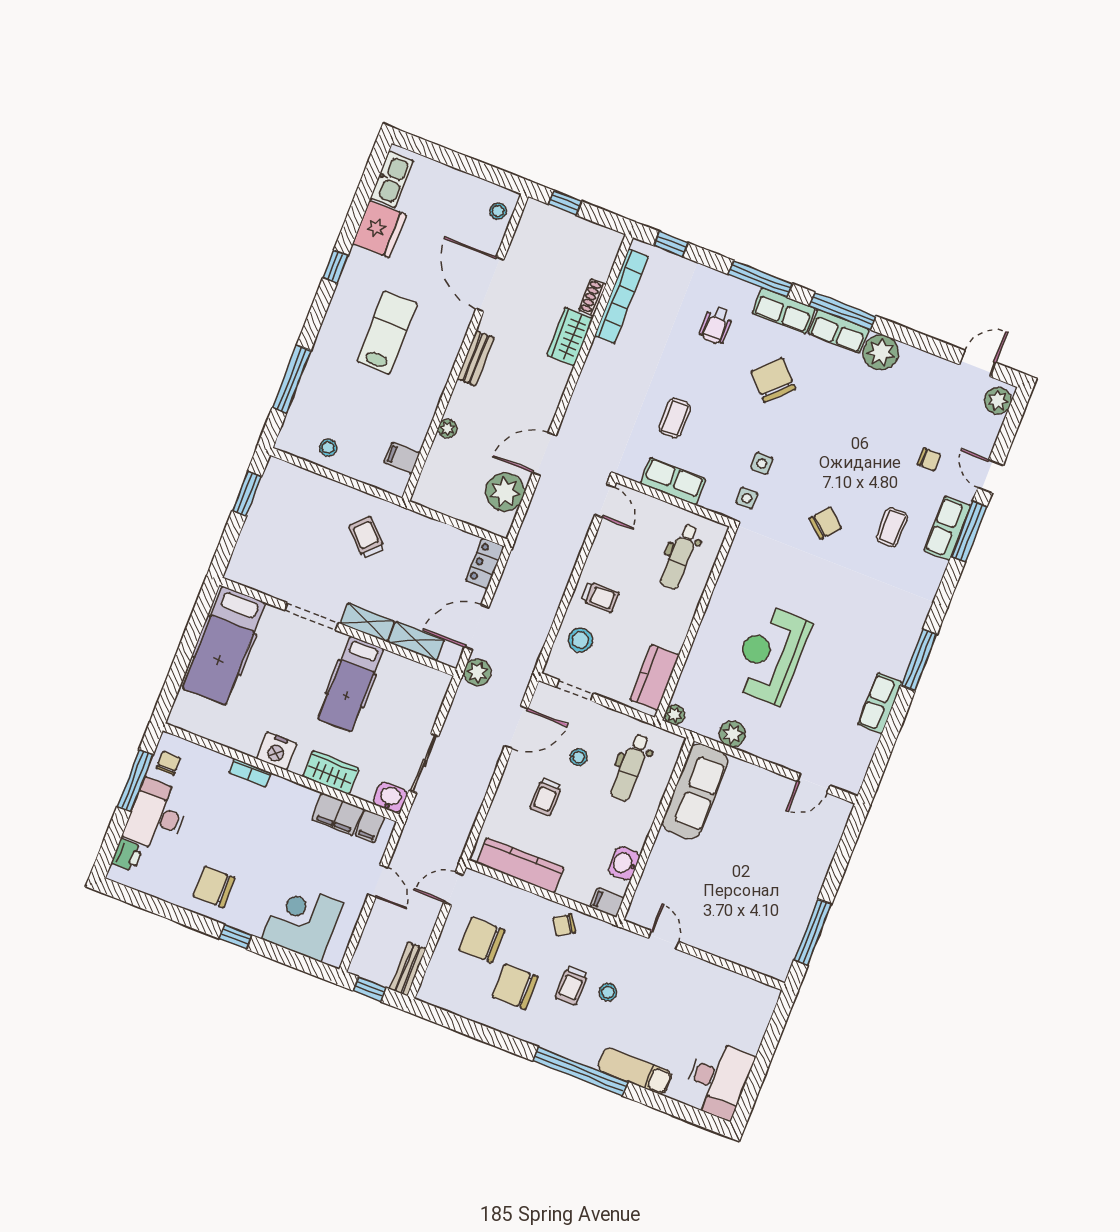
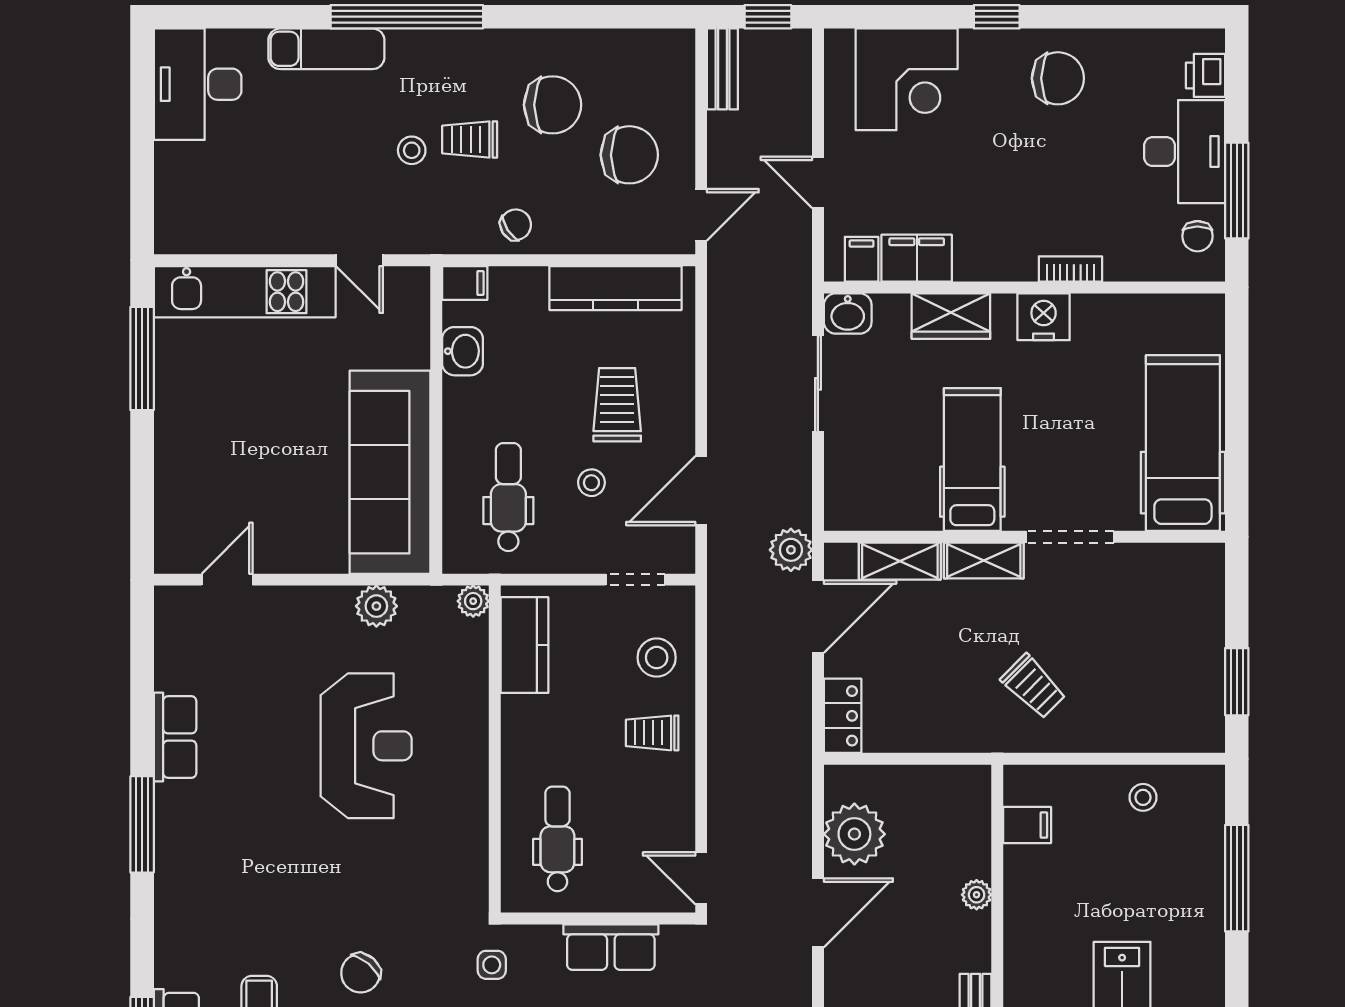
sofa: (695, 791) -> (390, 472), width x1.36, depth x1.27
trolley: (546, 797) -> (617, 405), width x1.36, depth x1.39
kitchen unit: (738, 948) -> (245, 292), added
trolley: (572, 985) -> (470, 139), turned -90

